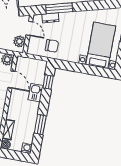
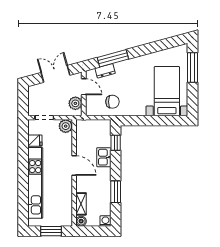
door: (11, 79) -> (74, 166), moved

